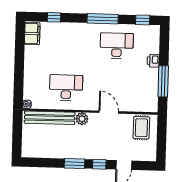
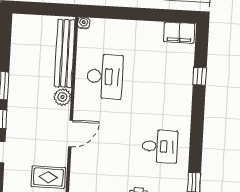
window: (54, 17) -> (200, 76), moved
window: (103, 19) -> (197, 128), removed
desk: (117, 46) -> (160, 146), width x0.73

